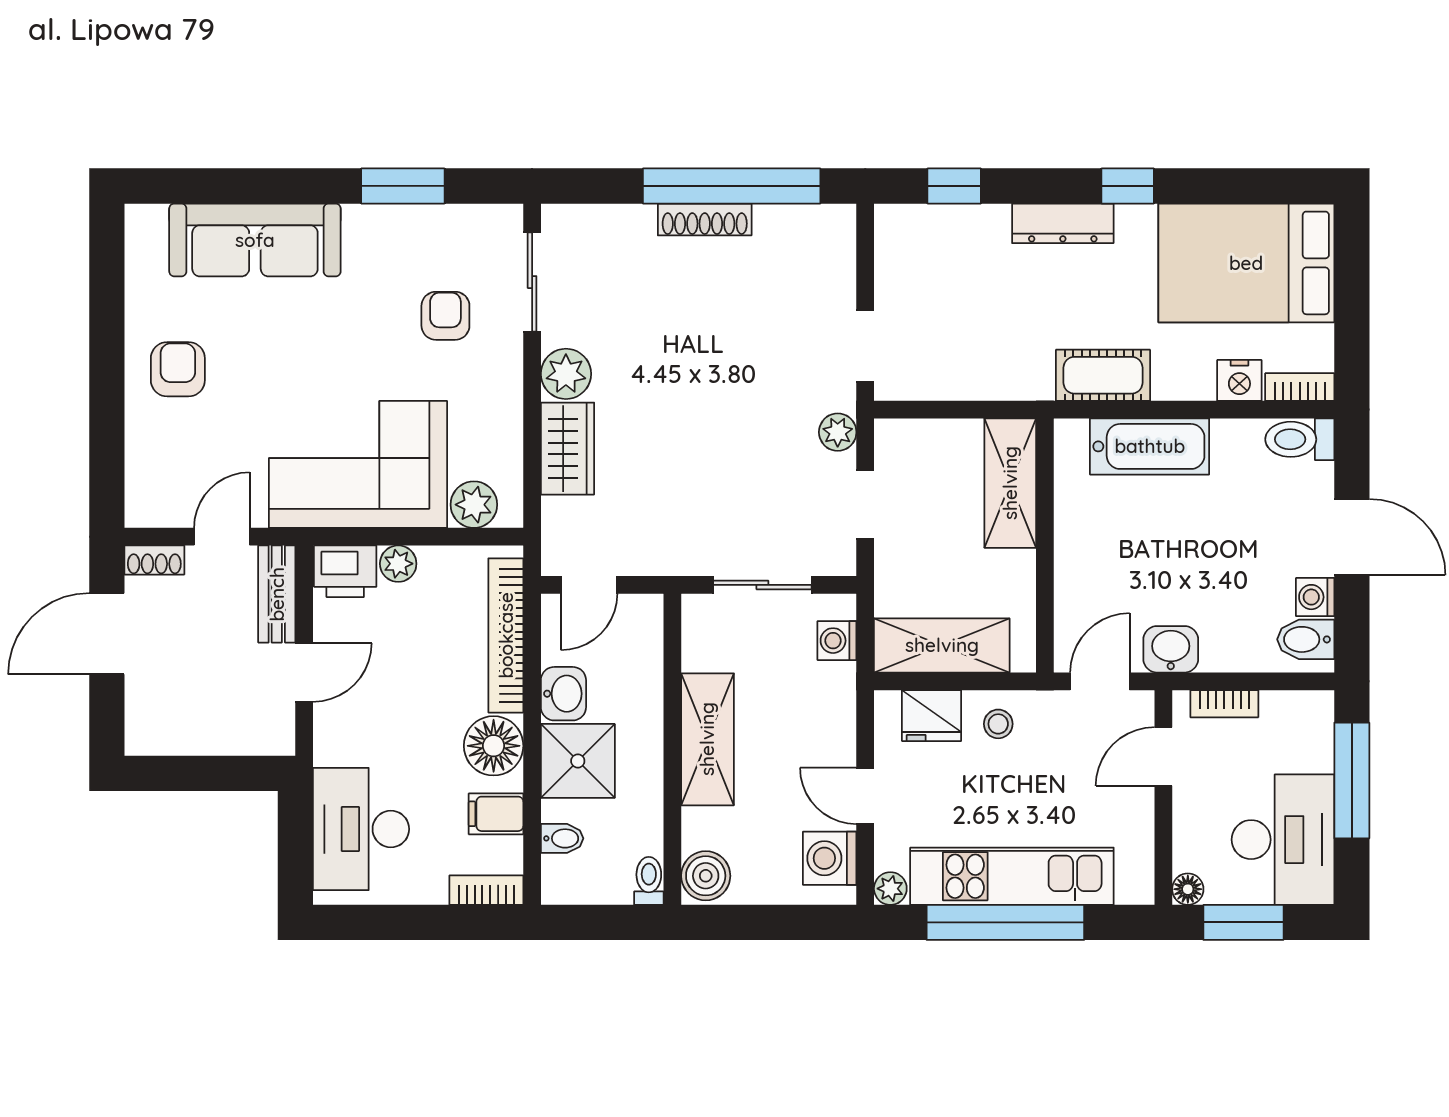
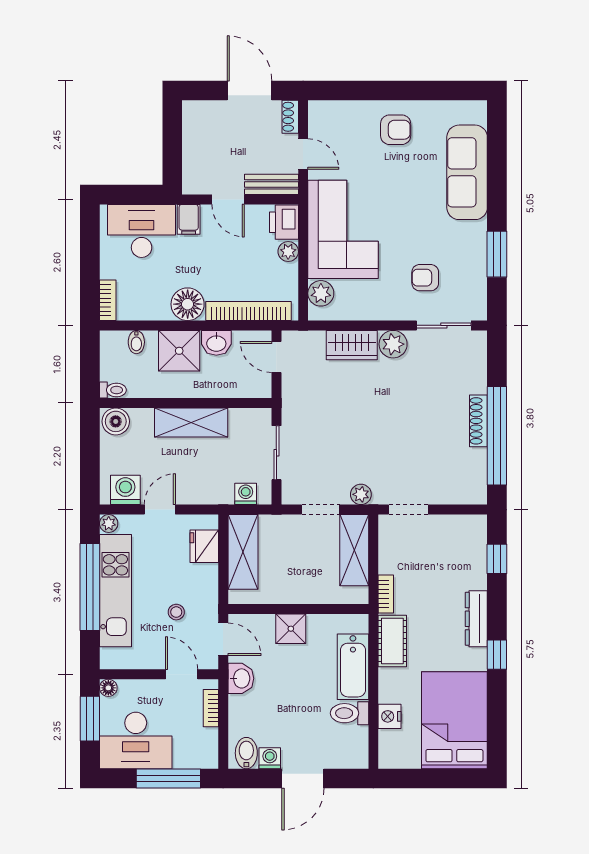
armchair: (445, 316) -> (425, 278), turned 180
bookcase: (1300, 387) -> (386, 594), moved
toilet: (1300, 439) -> (349, 713), moved, turned -90
shelving: (1010, 483) -> (354, 550), moved, turned 90
shower: (1081, 559) -> (291, 629), added
stool: (998, 724) -> (176, 612), moved
filing cabinet: (496, 814) -> (189, 219), moved, turned 180

